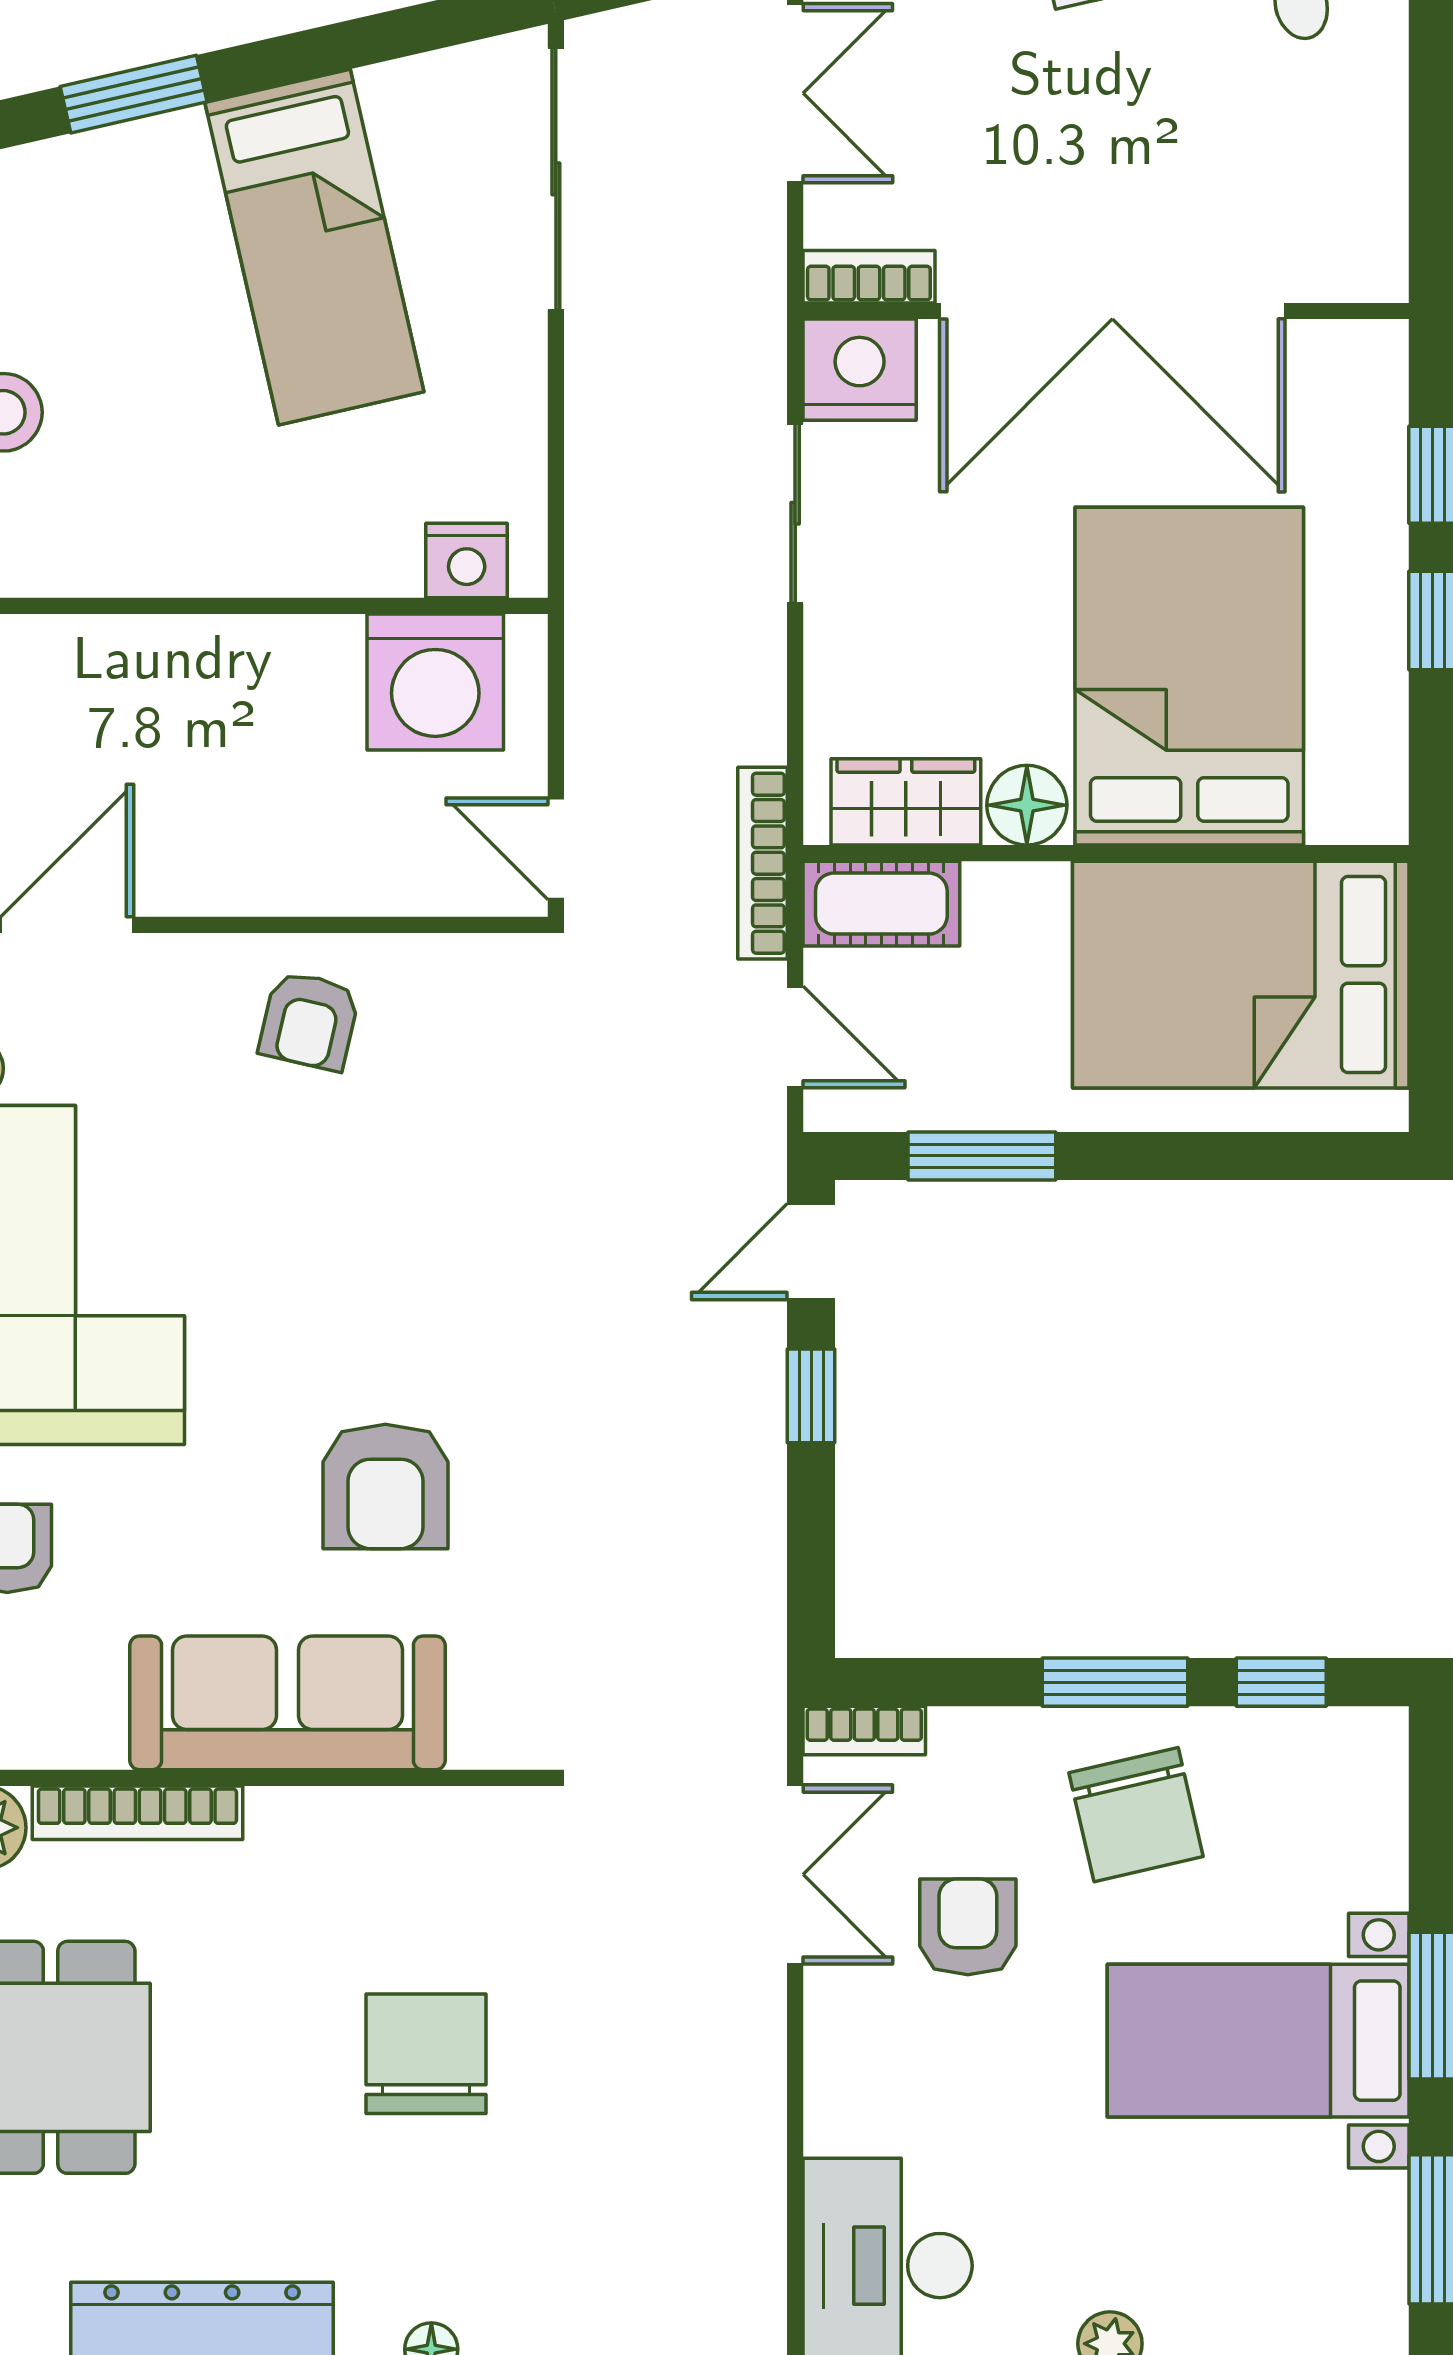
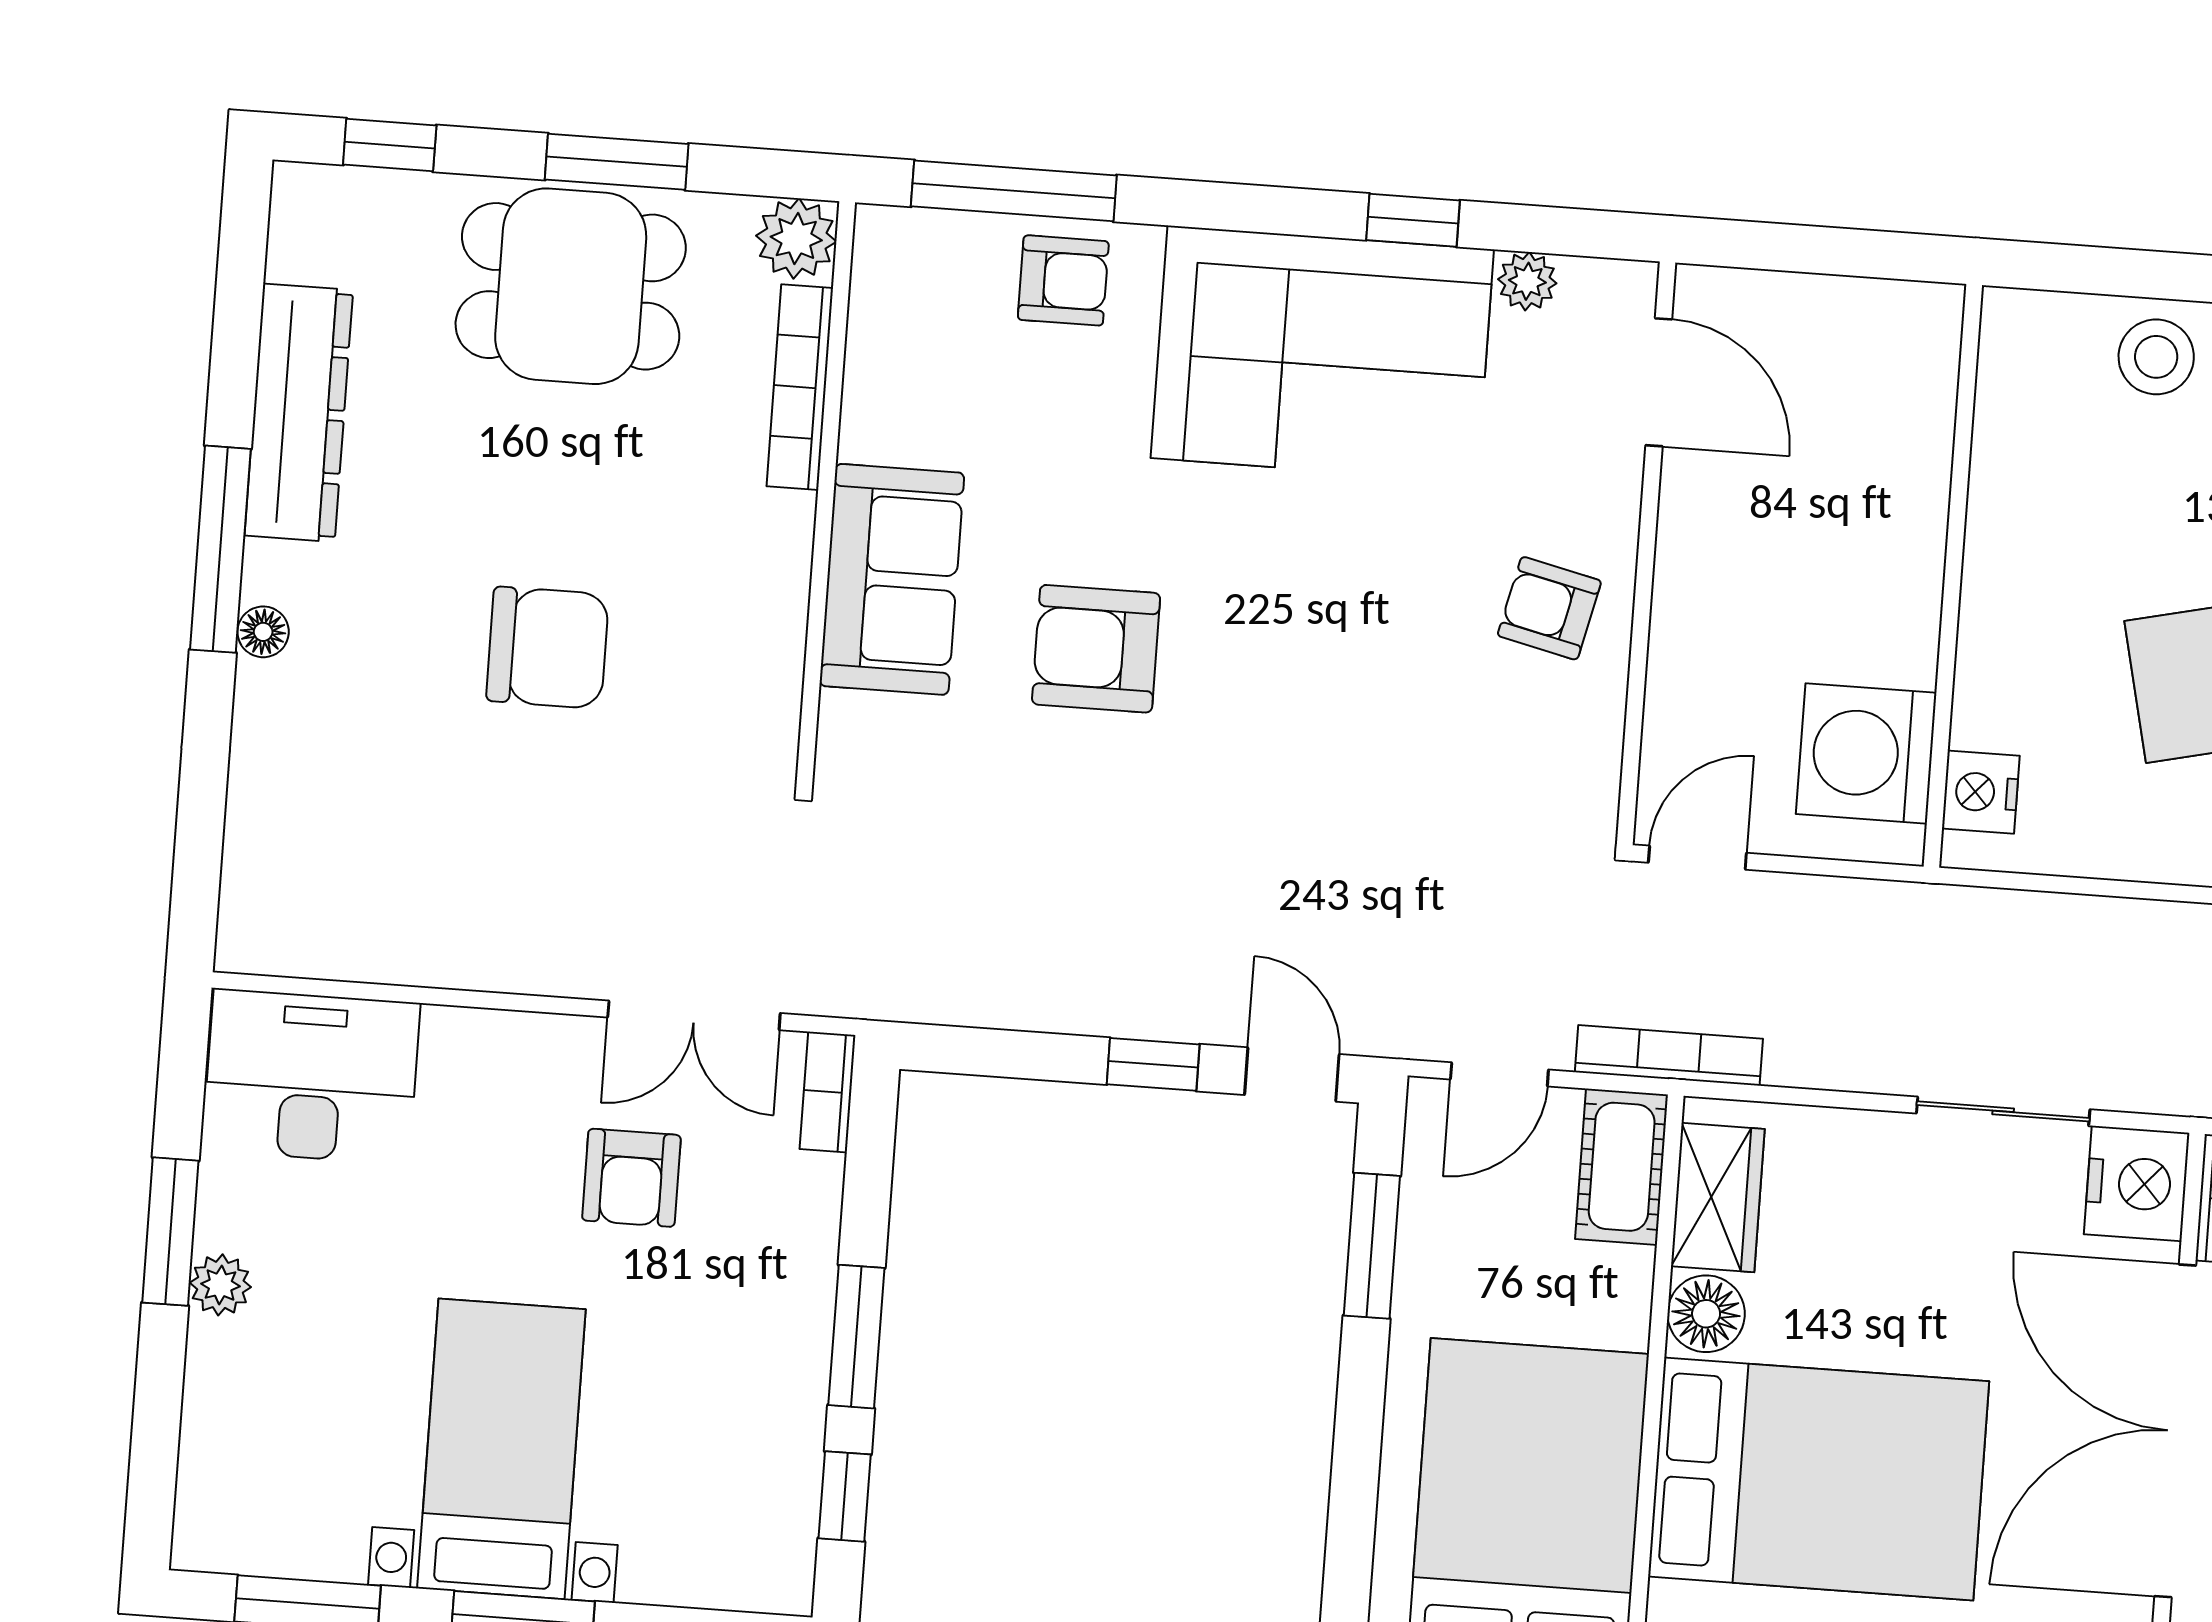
sofa: (288, 1703) -> (892, 579), width x0.73
chair: (1136, 1815) -> (727, 1347), removed
armchair: (968, 1927) -> (631, 1178), turned 90

